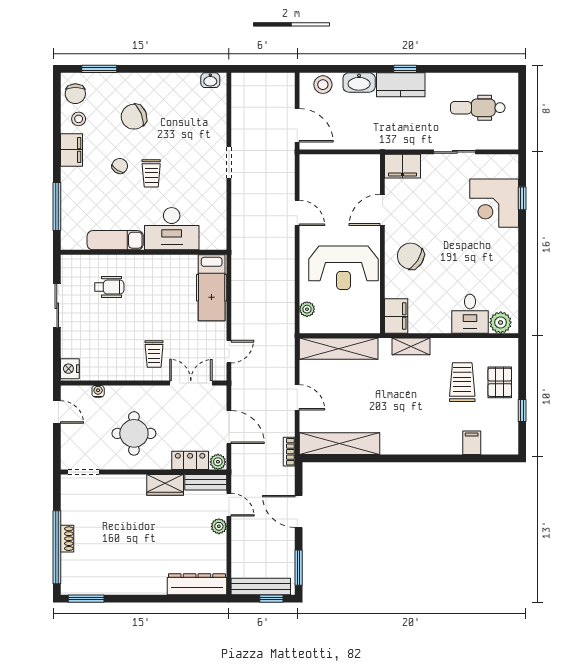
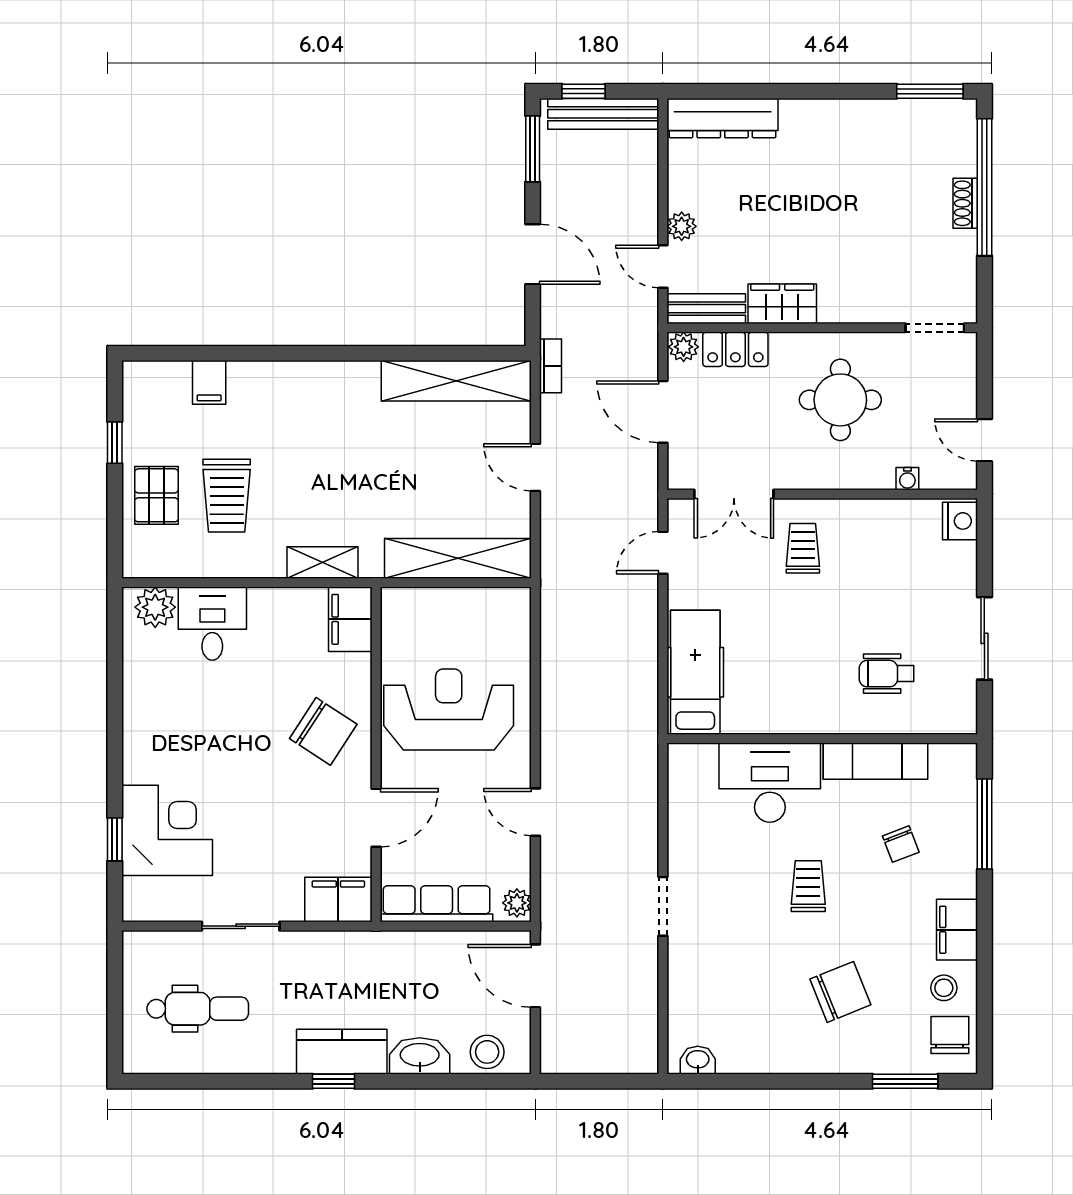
row of seats: (350, 164) -> (437, 904), added
chair: (120, 166) -> (901, 844), moved, turned -54
plant: (307, 309) -> (517, 903), moved

